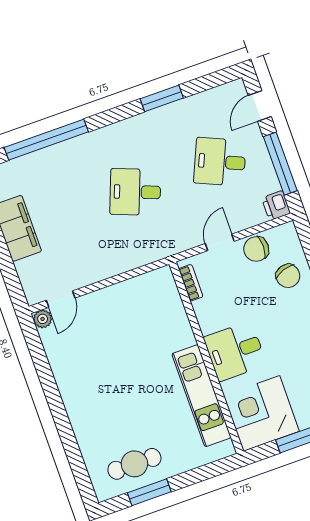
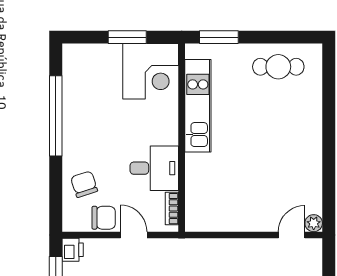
door: (220, 242) -> (134, 235), swing flipped
desk: (235, 351) -> (154, 168), moved
window: (149, 492) -> (219, 37), moved

